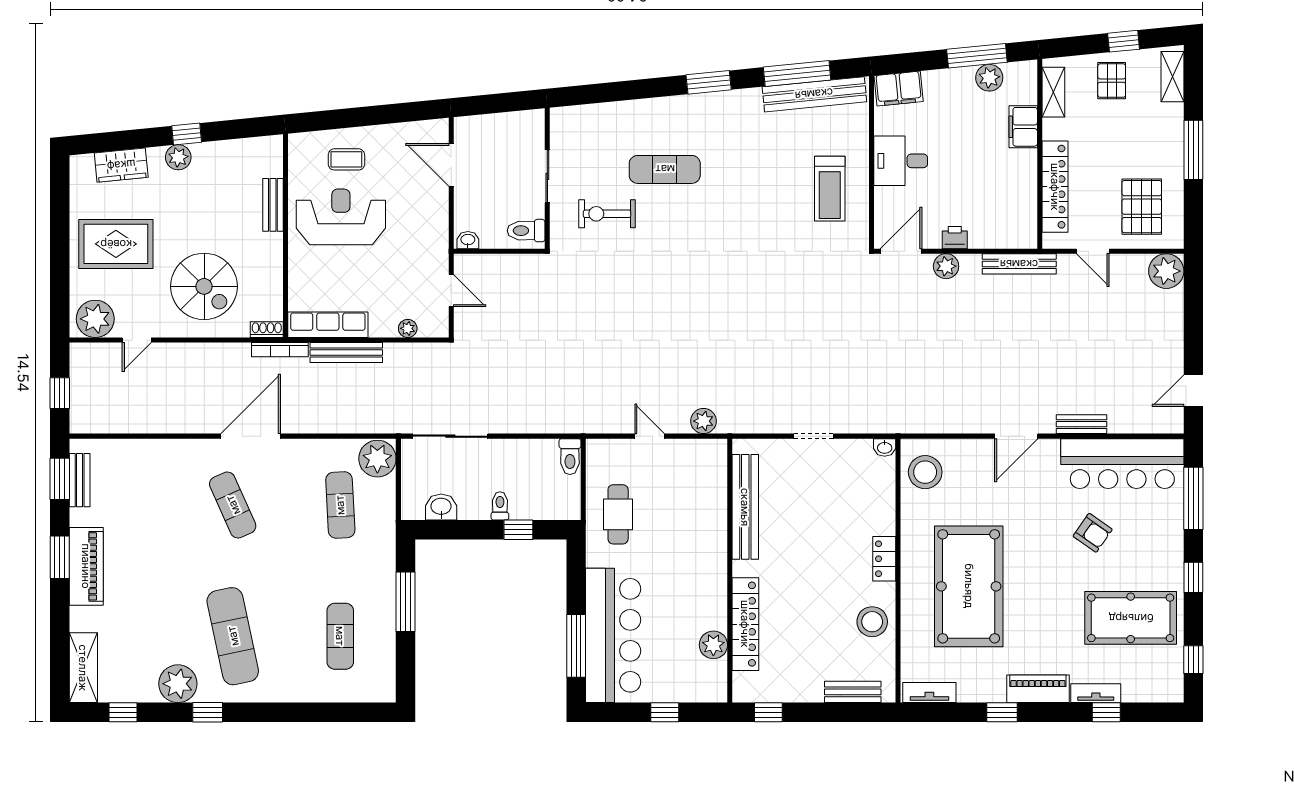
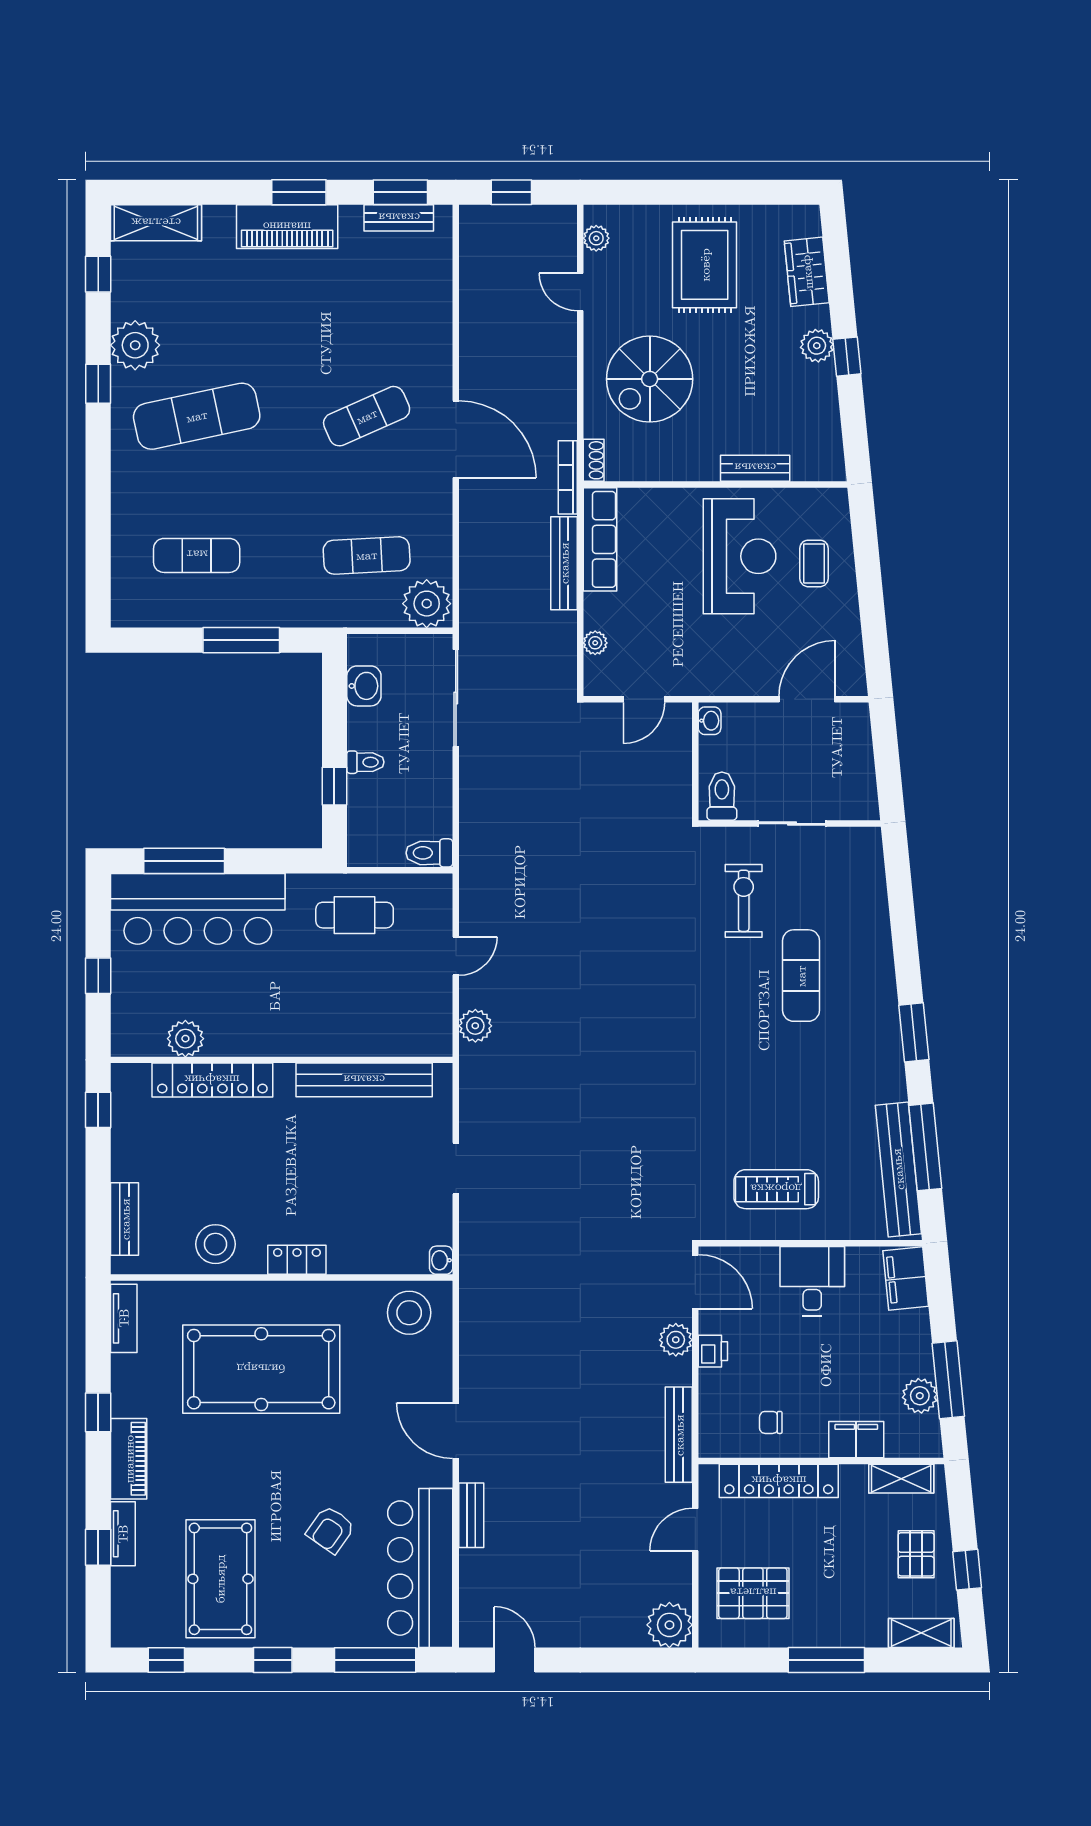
pallet: (1112, 81) -> (916, 1554), turned 90
chair: (1010, 193) -> (771, 1422), added
plant: (95, 319) -> (596, 238), width x0.53, depth x0.53

